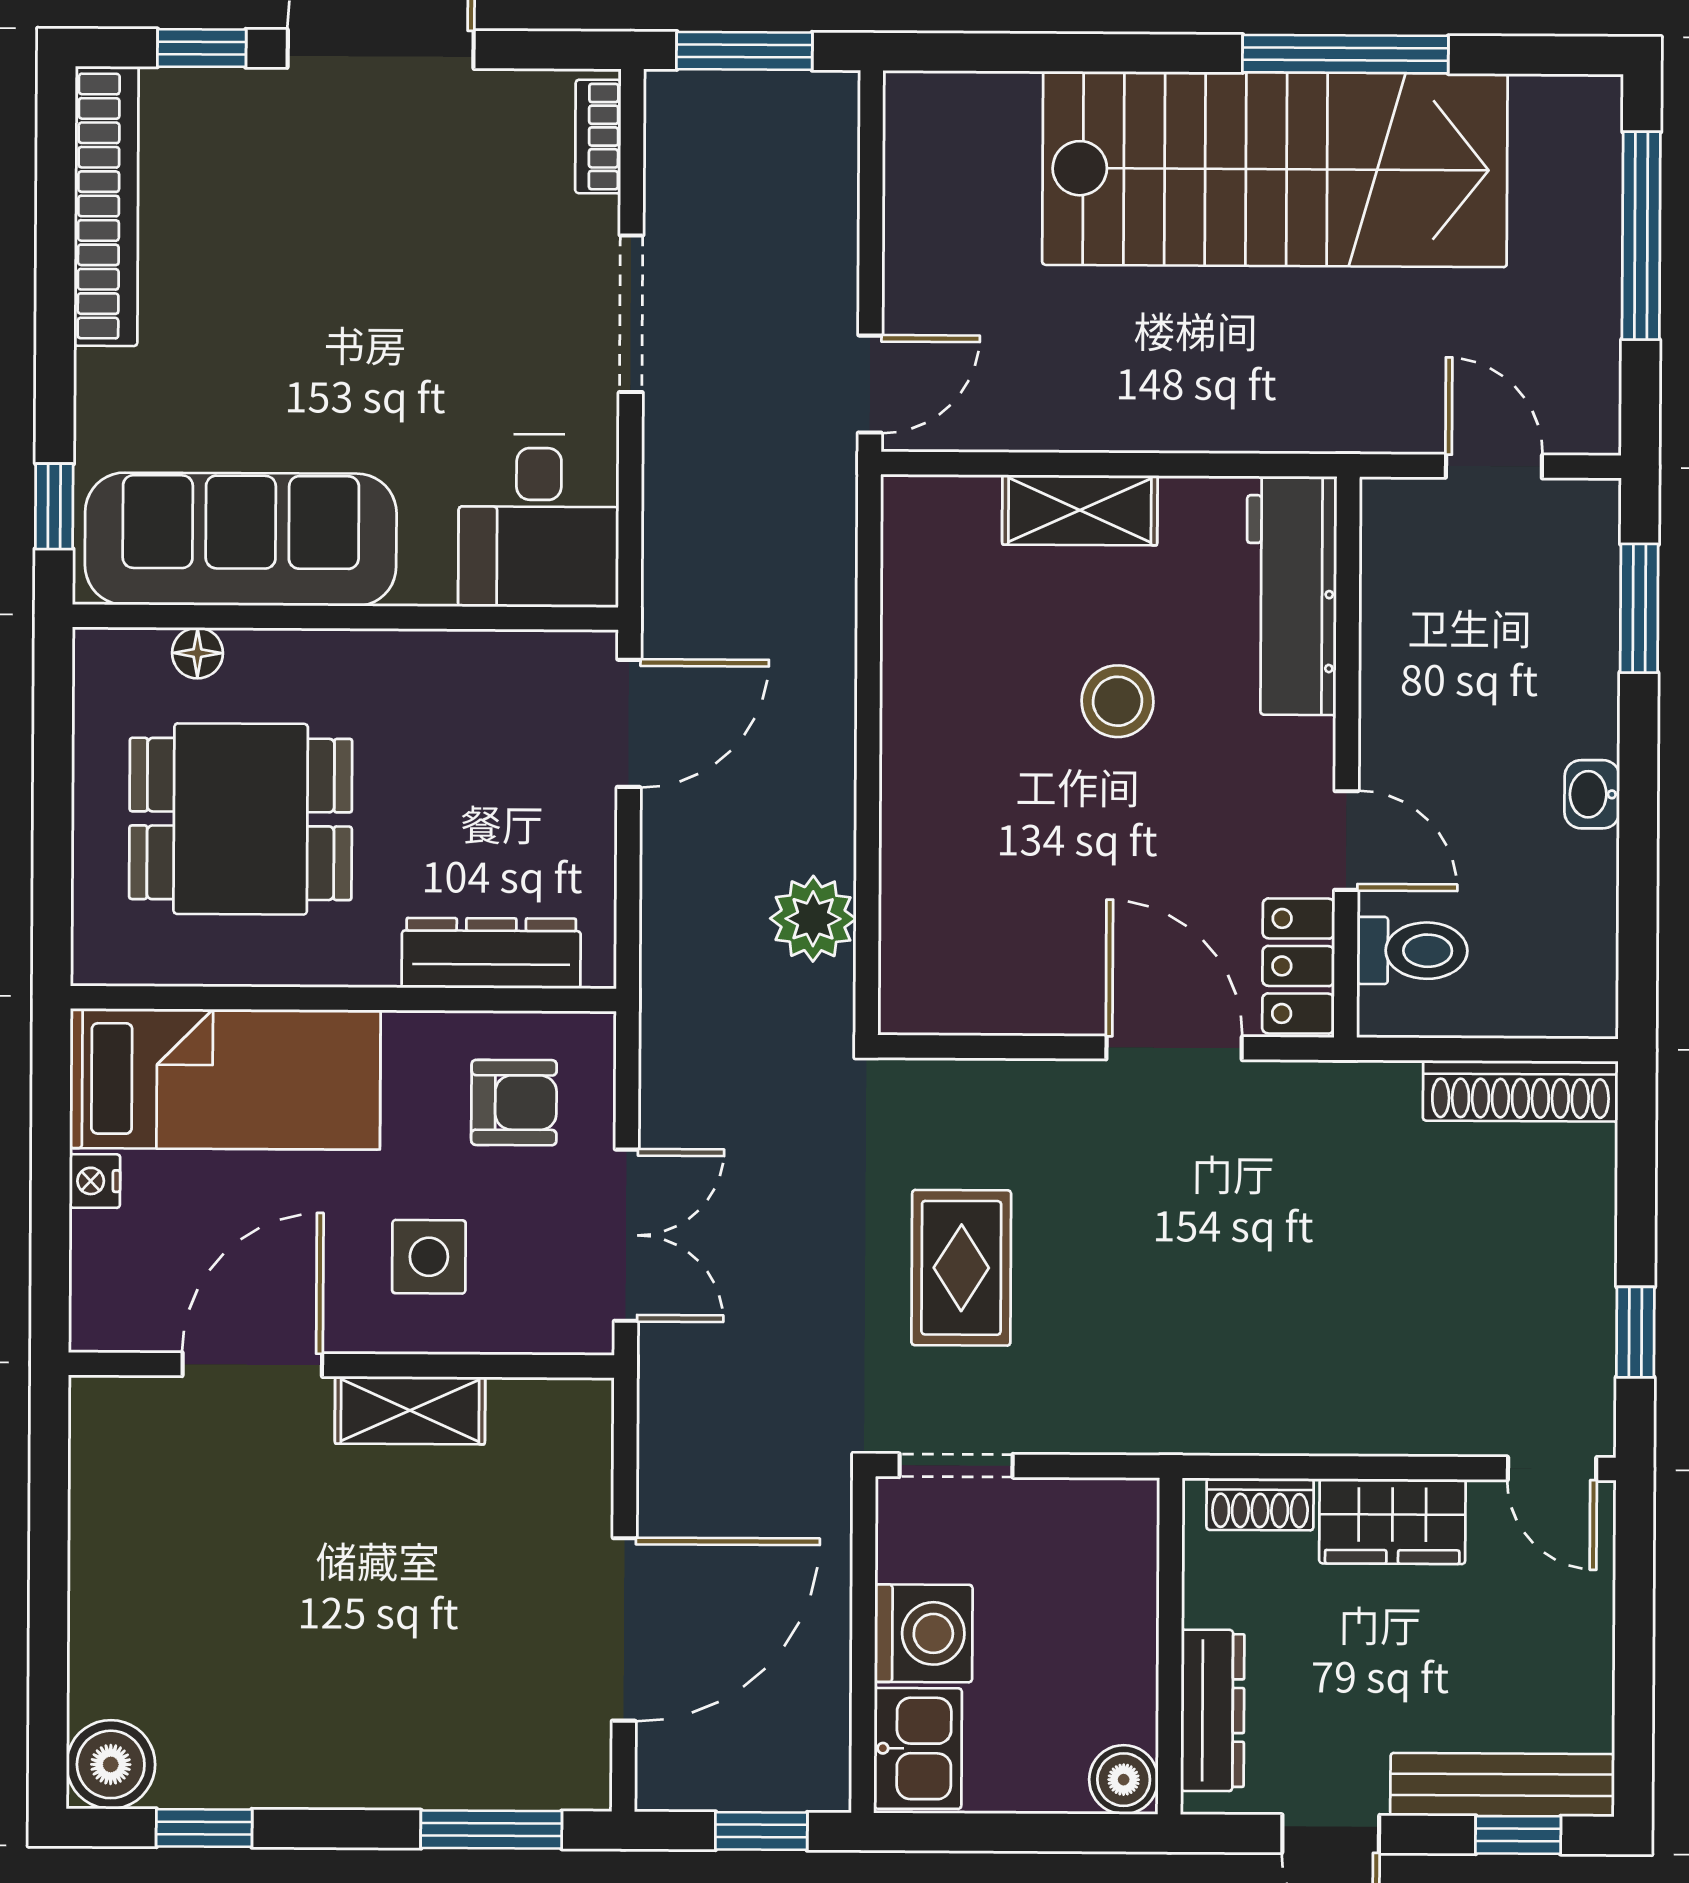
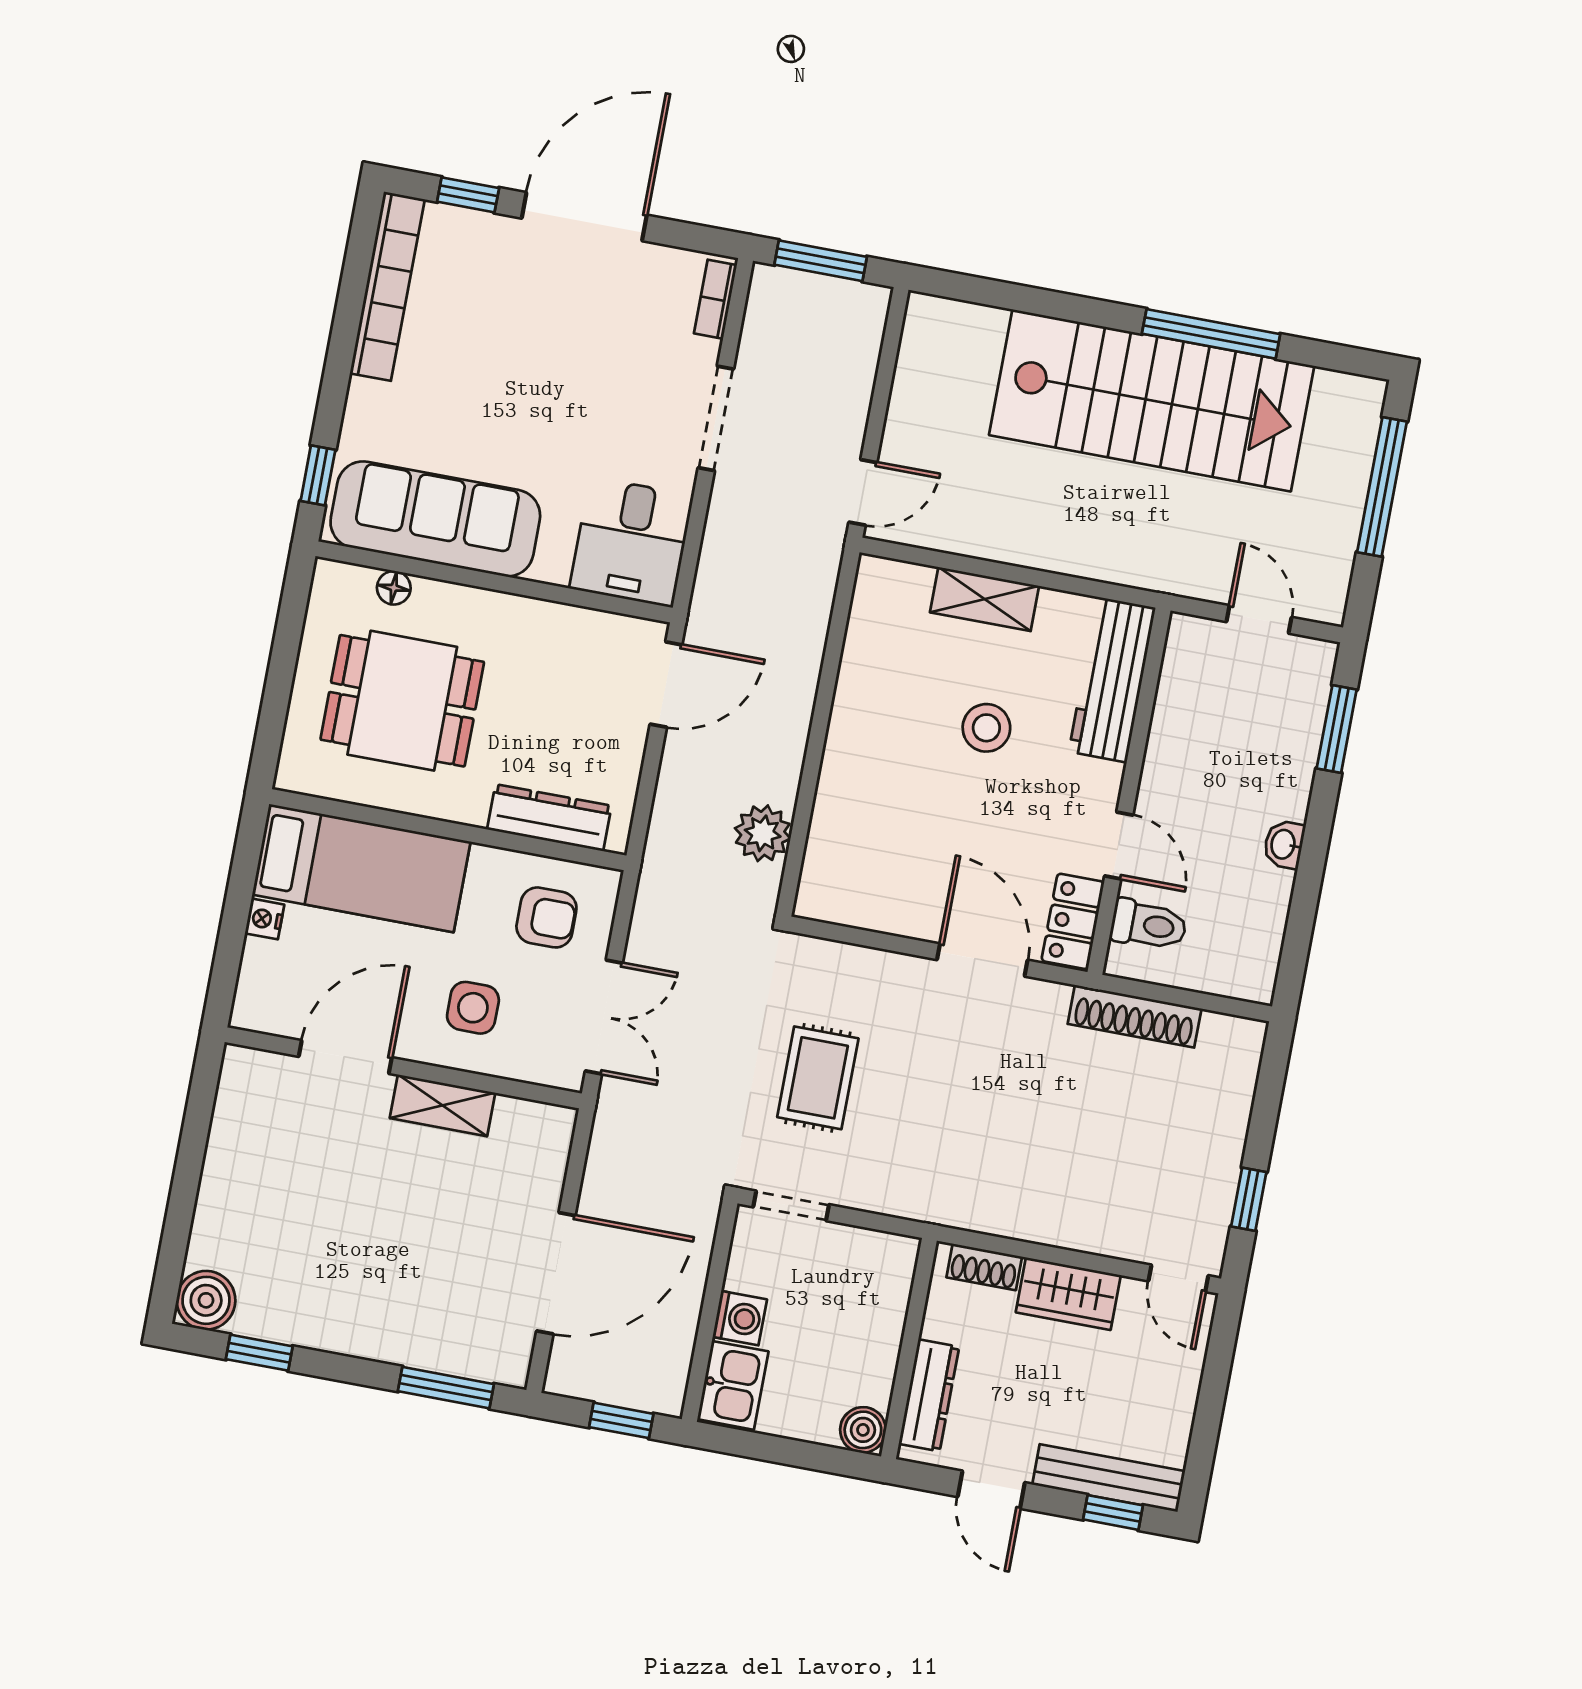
shoe rack: (1520, 1091) -> (1135, 1016), moved
washing machine: (924, 1633) -> (740, 1318), width x0.73, depth x0.73

